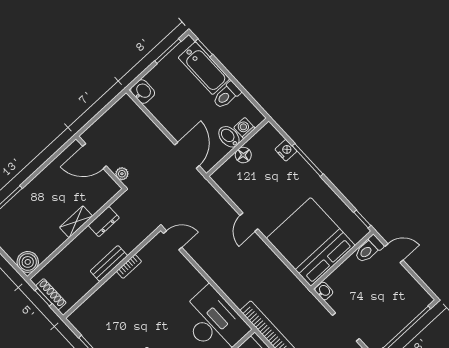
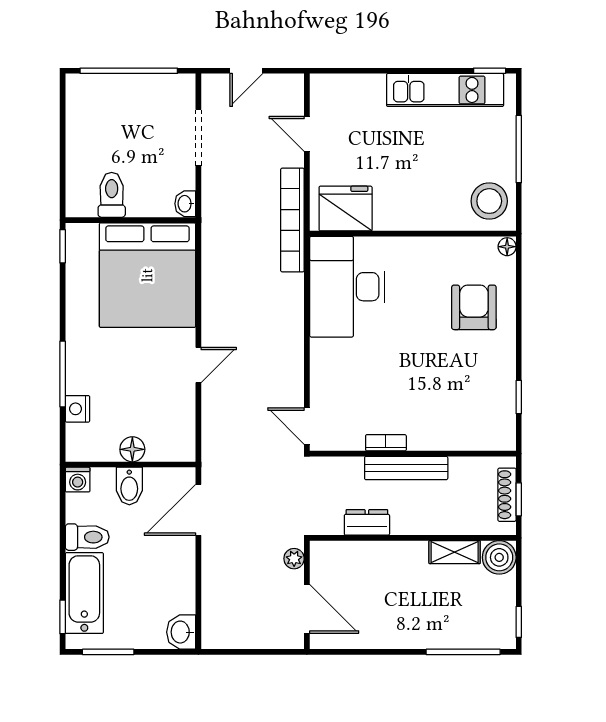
washing machine: (244, 128) -> (78, 480), moved
shelving: (76, 222) -> (455, 552), moved
toilet: (369, 249) -> (112, 195), moved, turned -90
door: (394, 253) -> (63, 172), removed
bench: (109, 263) -> (406, 468), width x1.36

